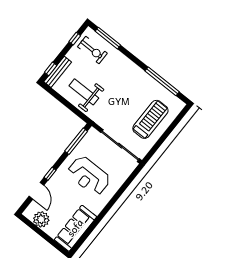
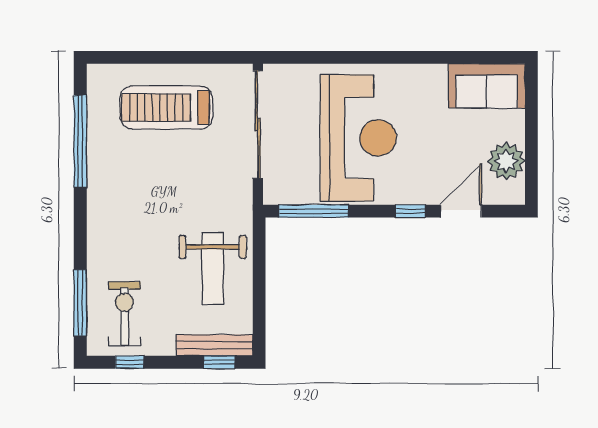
reception desk: (89, 176) -> (358, 138), width x1.36, depth x1.30
sofa: (75, 228) -> (487, 86), width x0.73

